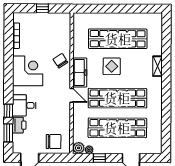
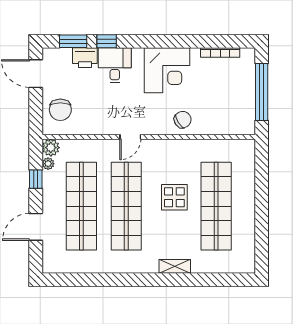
window: (42, 8) -> (262, 92), width x3.17
freezer: (80, 73) -> (165, 149), removed

